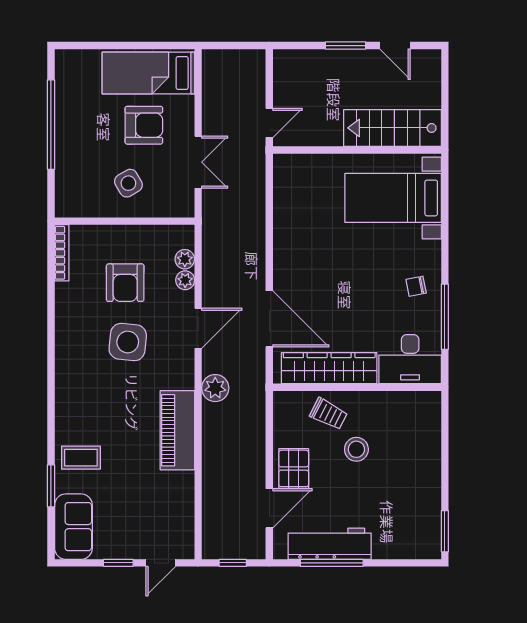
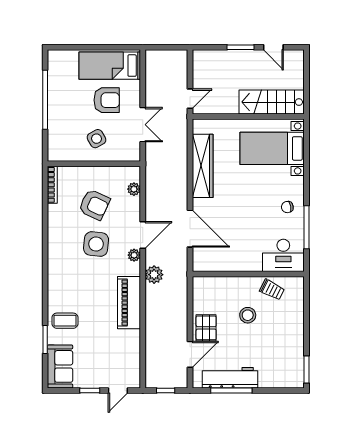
plant: (185, 280) -> (134, 255), moved
armchair: (125, 283) -> (94, 205), turned -65
wardrobe: (329, 368) -> (203, 166), moved, turned 90
trolley: (329, 414) -> (272, 290), moved

